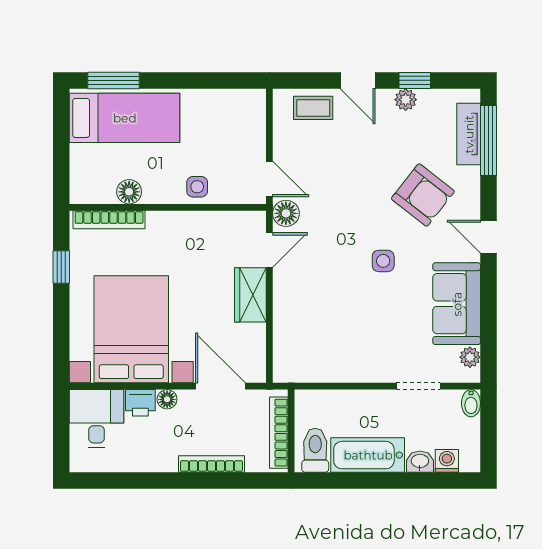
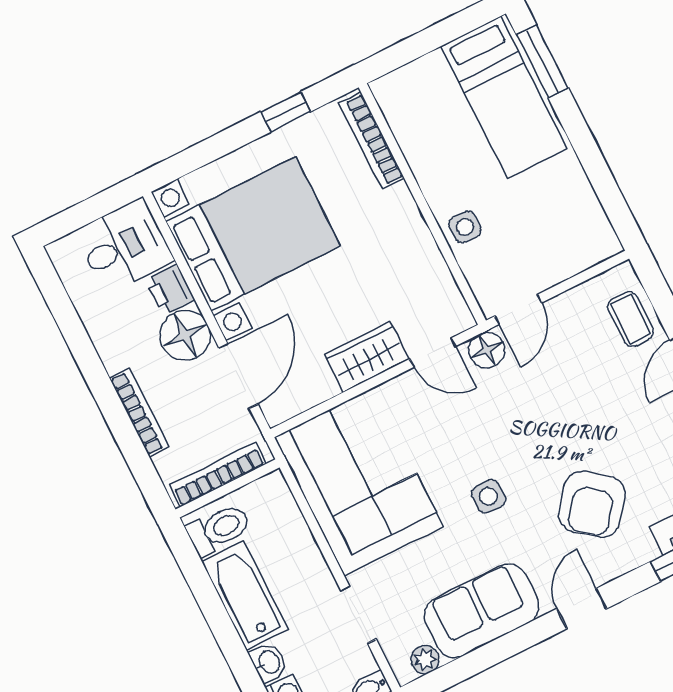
floor lamp: (129, 192) -> (418, 148), removed
corner sofa: (330, 342) -> (359, 482), added
floor lamp: (167, 399) -> (185, 335), width x1.89, depth x1.89

